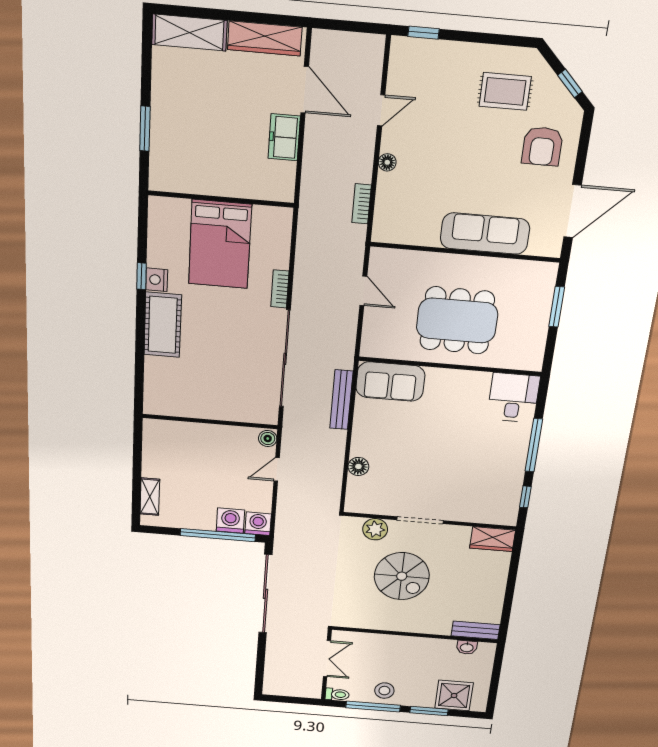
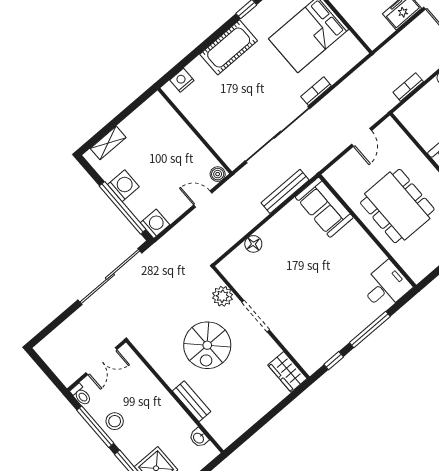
nightstand: (157, 280) -> (182, 80), moved
washing machine: (230, 521) -> (123, 186), moved
bench: (476, 630) -> (192, 401), moved

